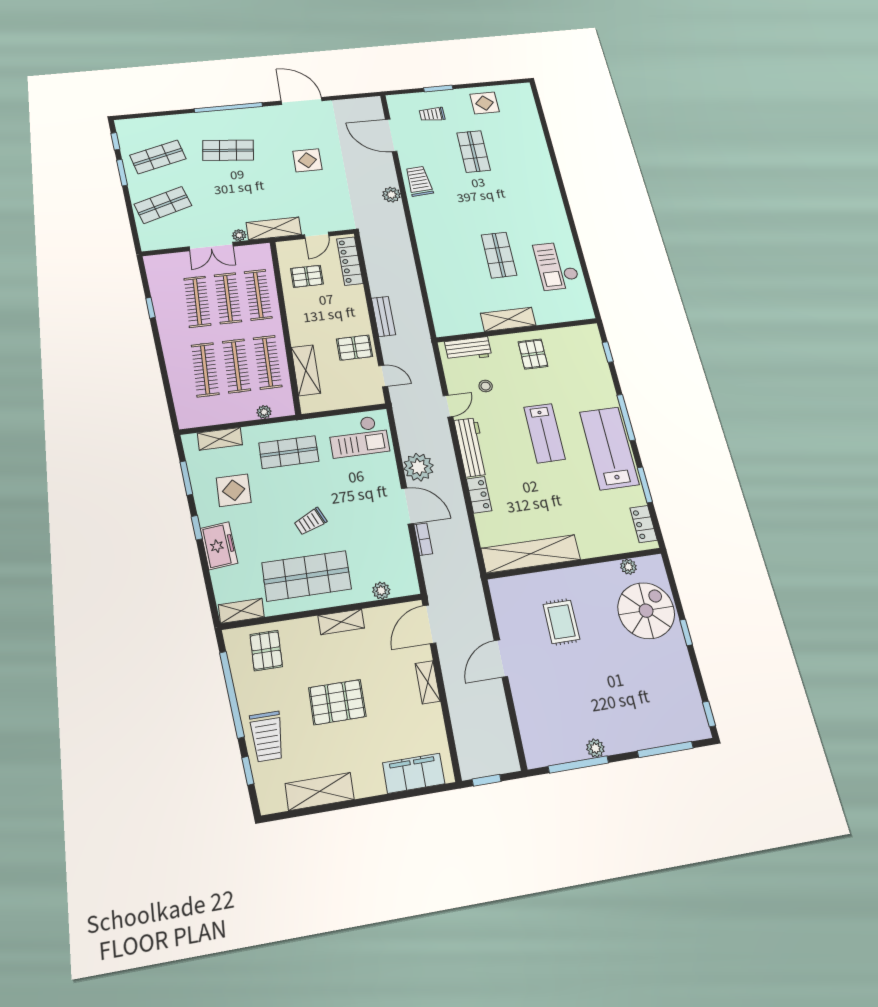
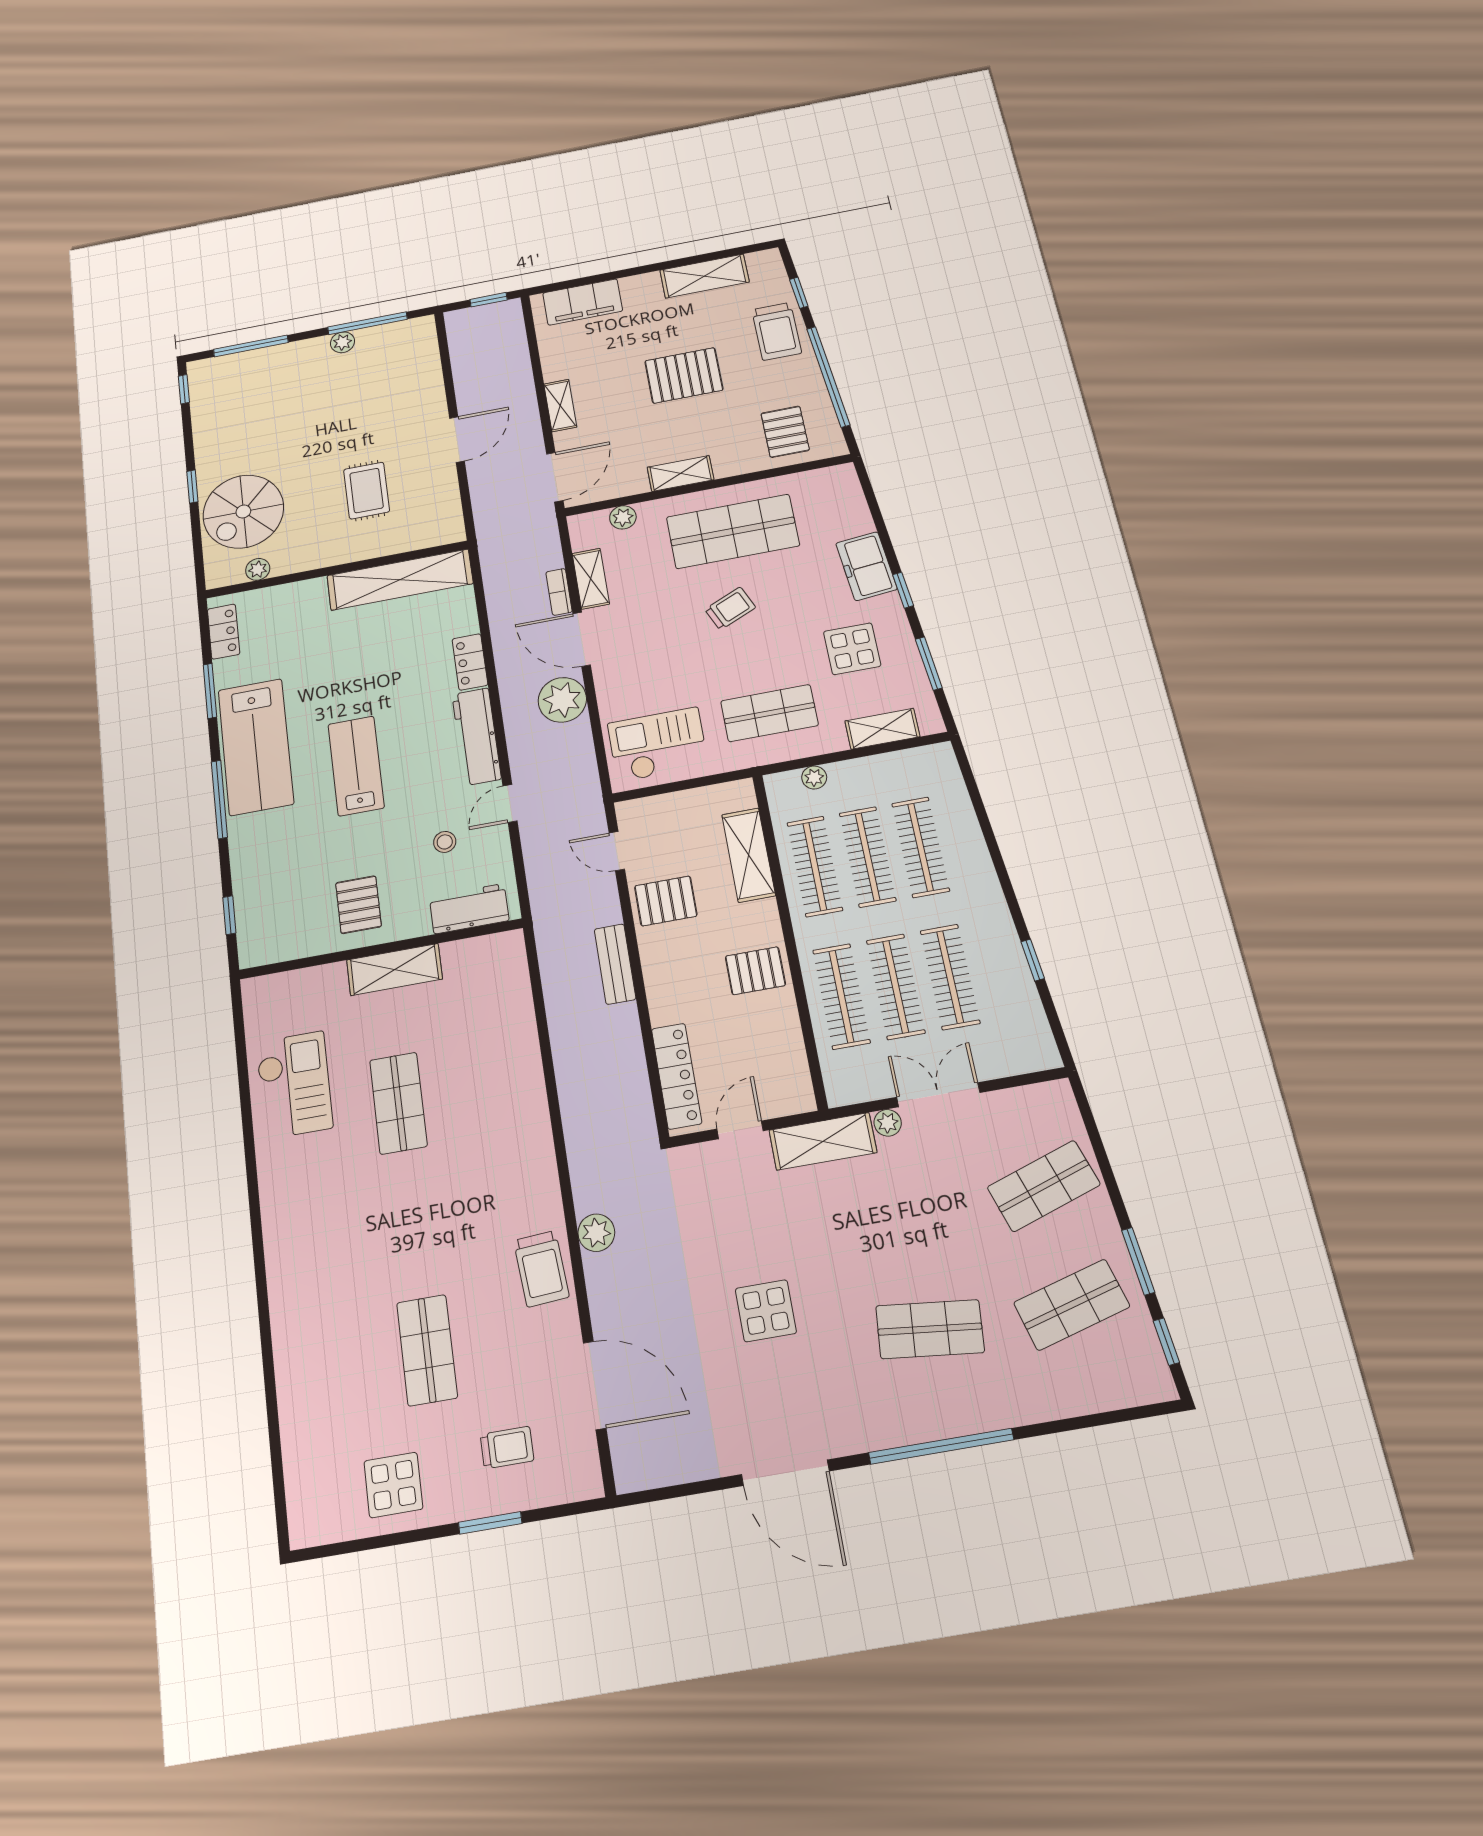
pallet: (307, 276) -> (755, 971), moved
shelving: (241, 611) -> (591, 579), moved, turned 90
trolley: (267, 736) -> (777, 331), turned 180

